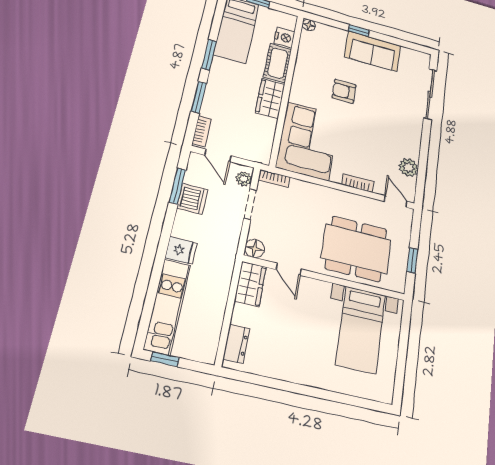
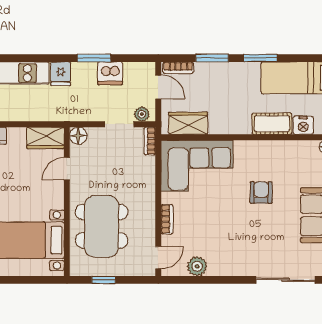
wardrobe: (270, 98) -> (188, 123), moved
door: (218, 155) -> (158, 87), swing flipped
window: (177, 186) -> (94, 58), moved

